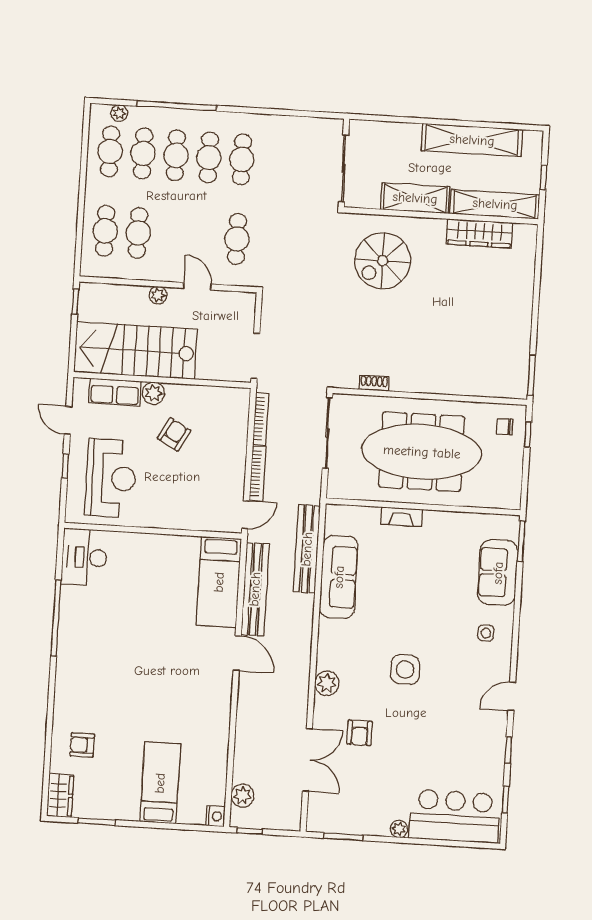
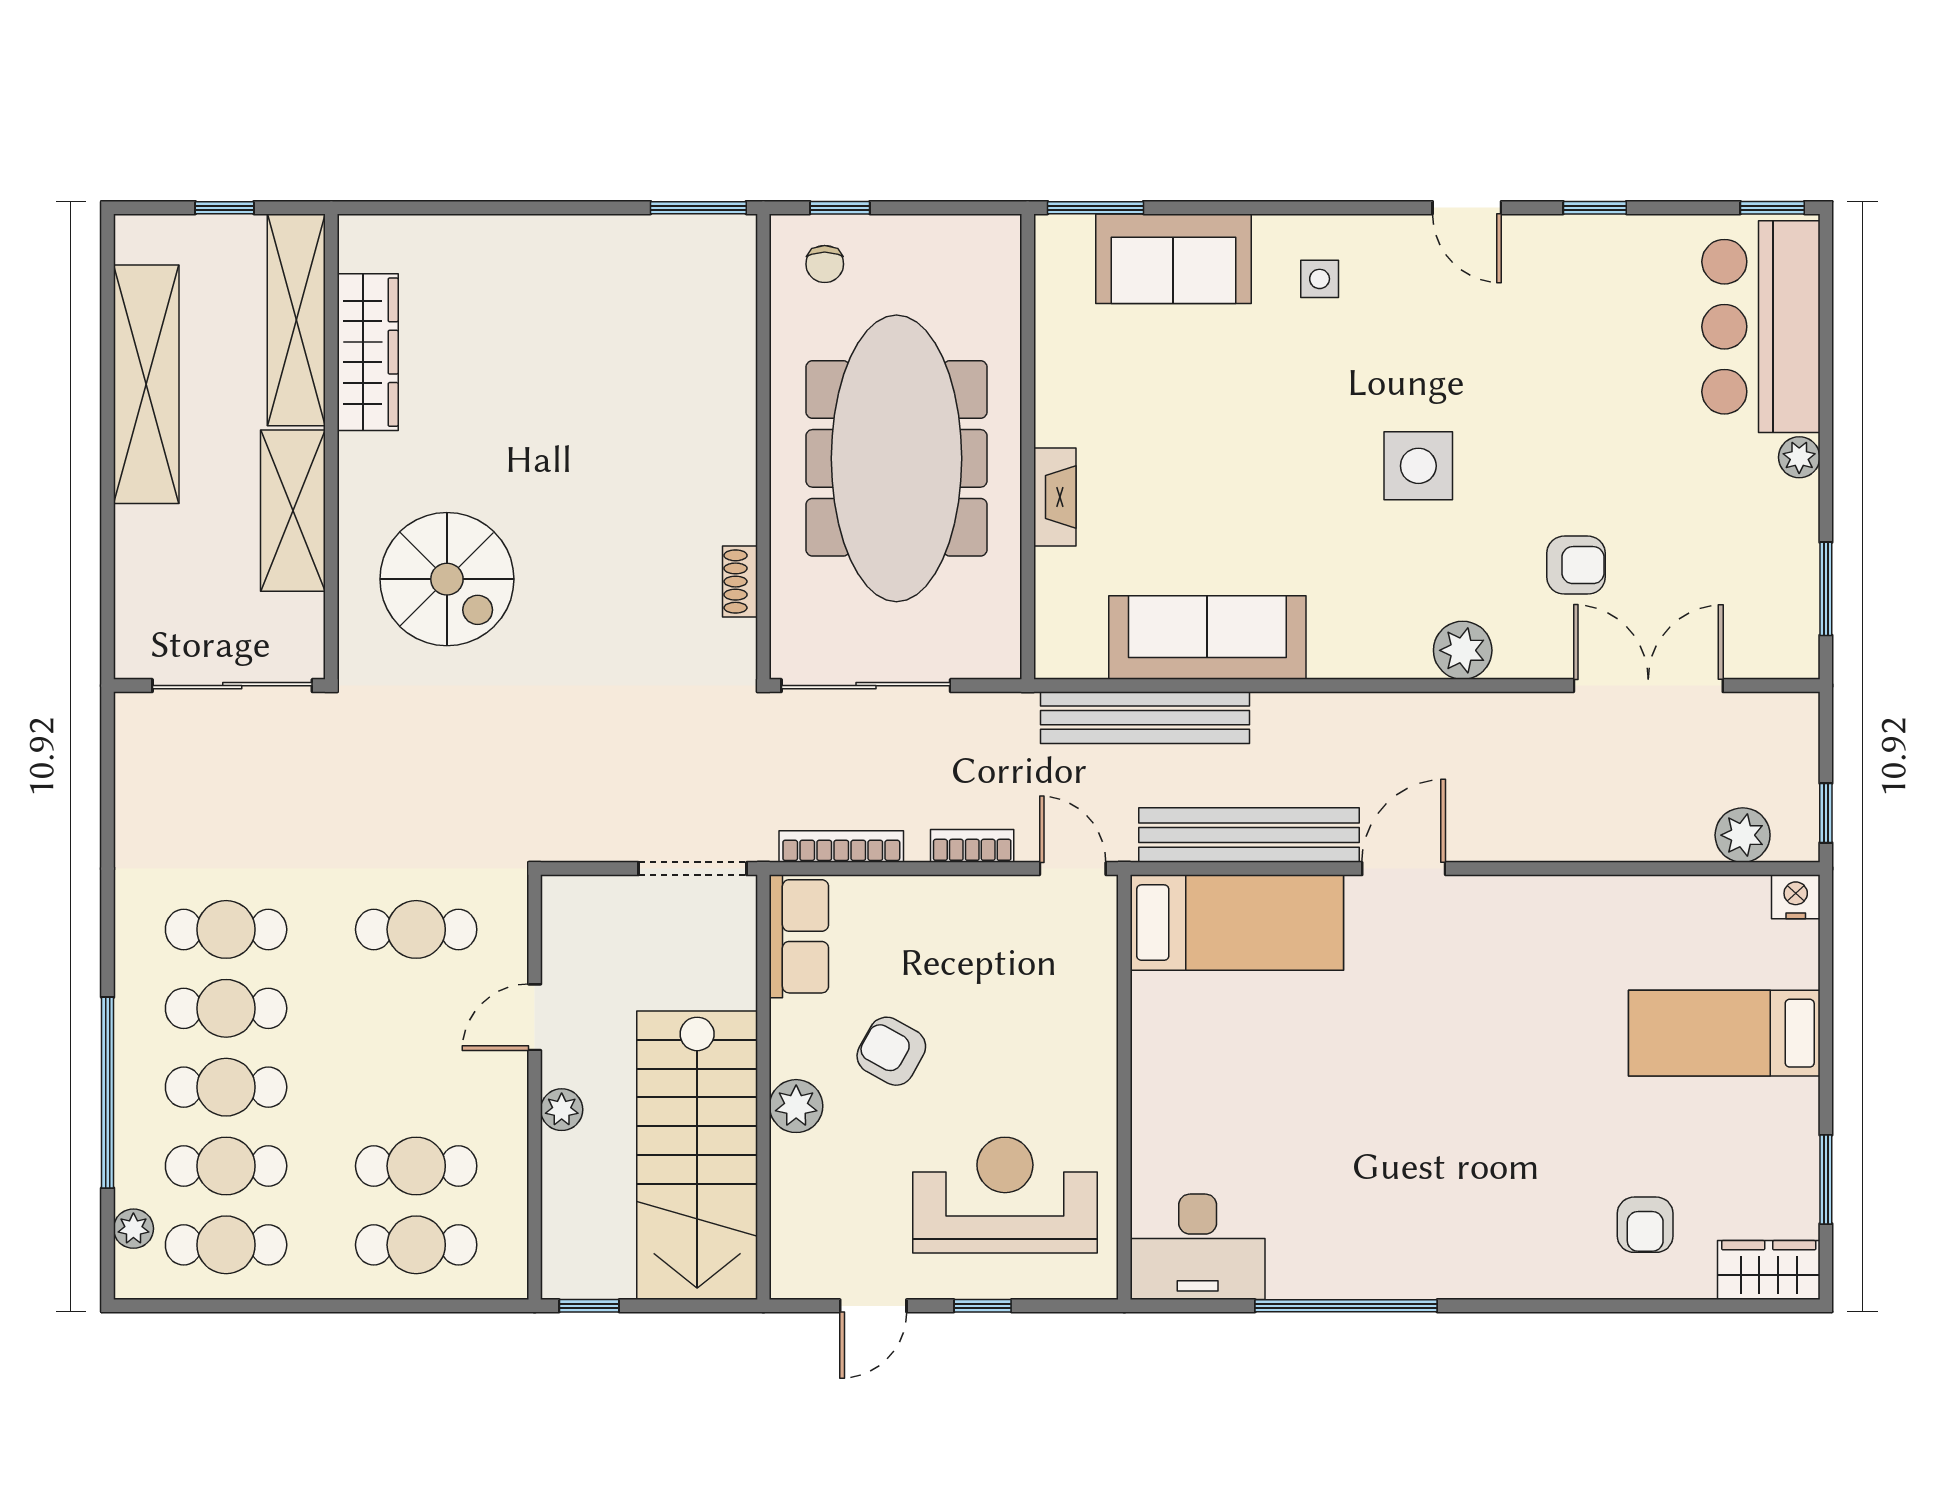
row of seats: (115, 392) -> (799, 936), moved
bookcase: (258, 473) -> (972, 846), width x0.64
window: (505, 800) -> (1772, 208), moved

